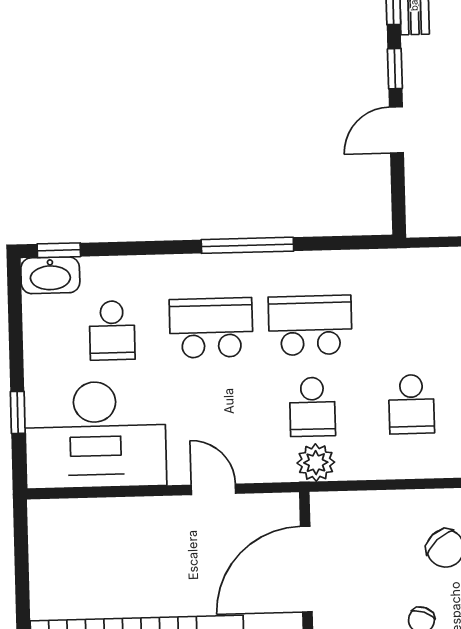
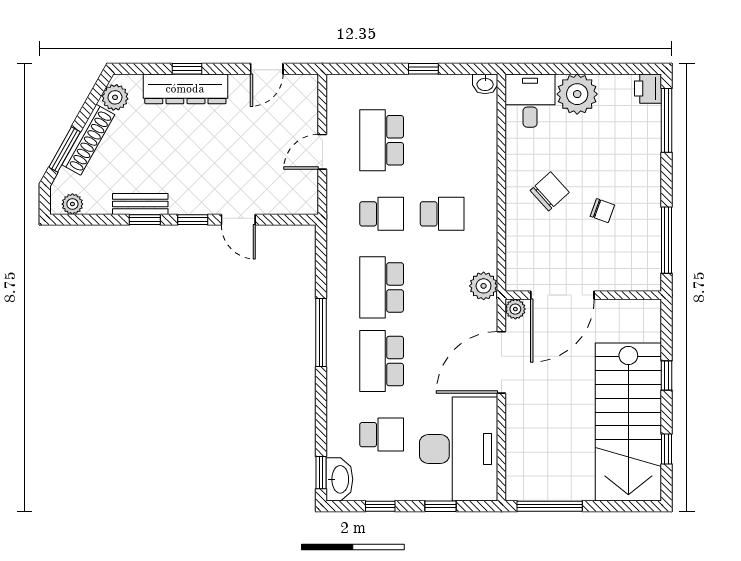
window: (16, 331) -> (380, 506), added
school desk: (312, 407) -> (382, 214), moved
door: (213, 489) -> (501, 362), width x1.88
plant: (286, 506) -> (515, 309), added
window: (22, 559) -> (550, 506), added
door: (306, 569) -> (562, 295), hinge flipped

